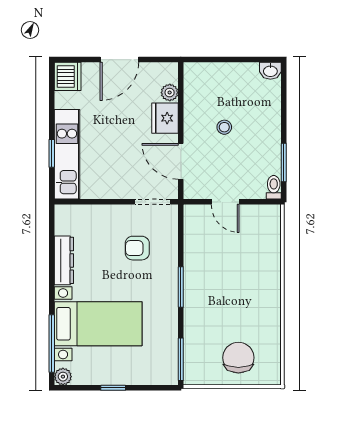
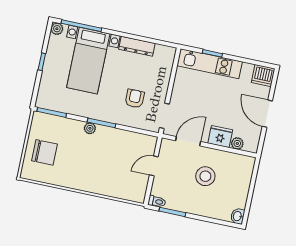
stool: (224, 127) -> (205, 176), width x1.89, depth x1.89
plant: (192, 302) -> (90, 128), added

